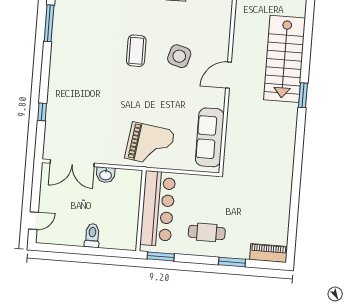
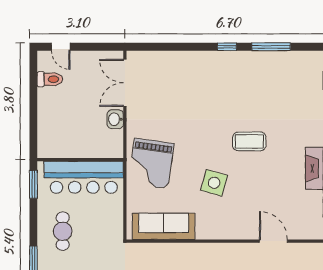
side table: (179, 56) -> (214, 183), moved
door: (228, 75) -> (273, 241), moved
window: (42, 112) -> (227, 47), moved
toilet: (92, 235) -> (50, 79), moved

